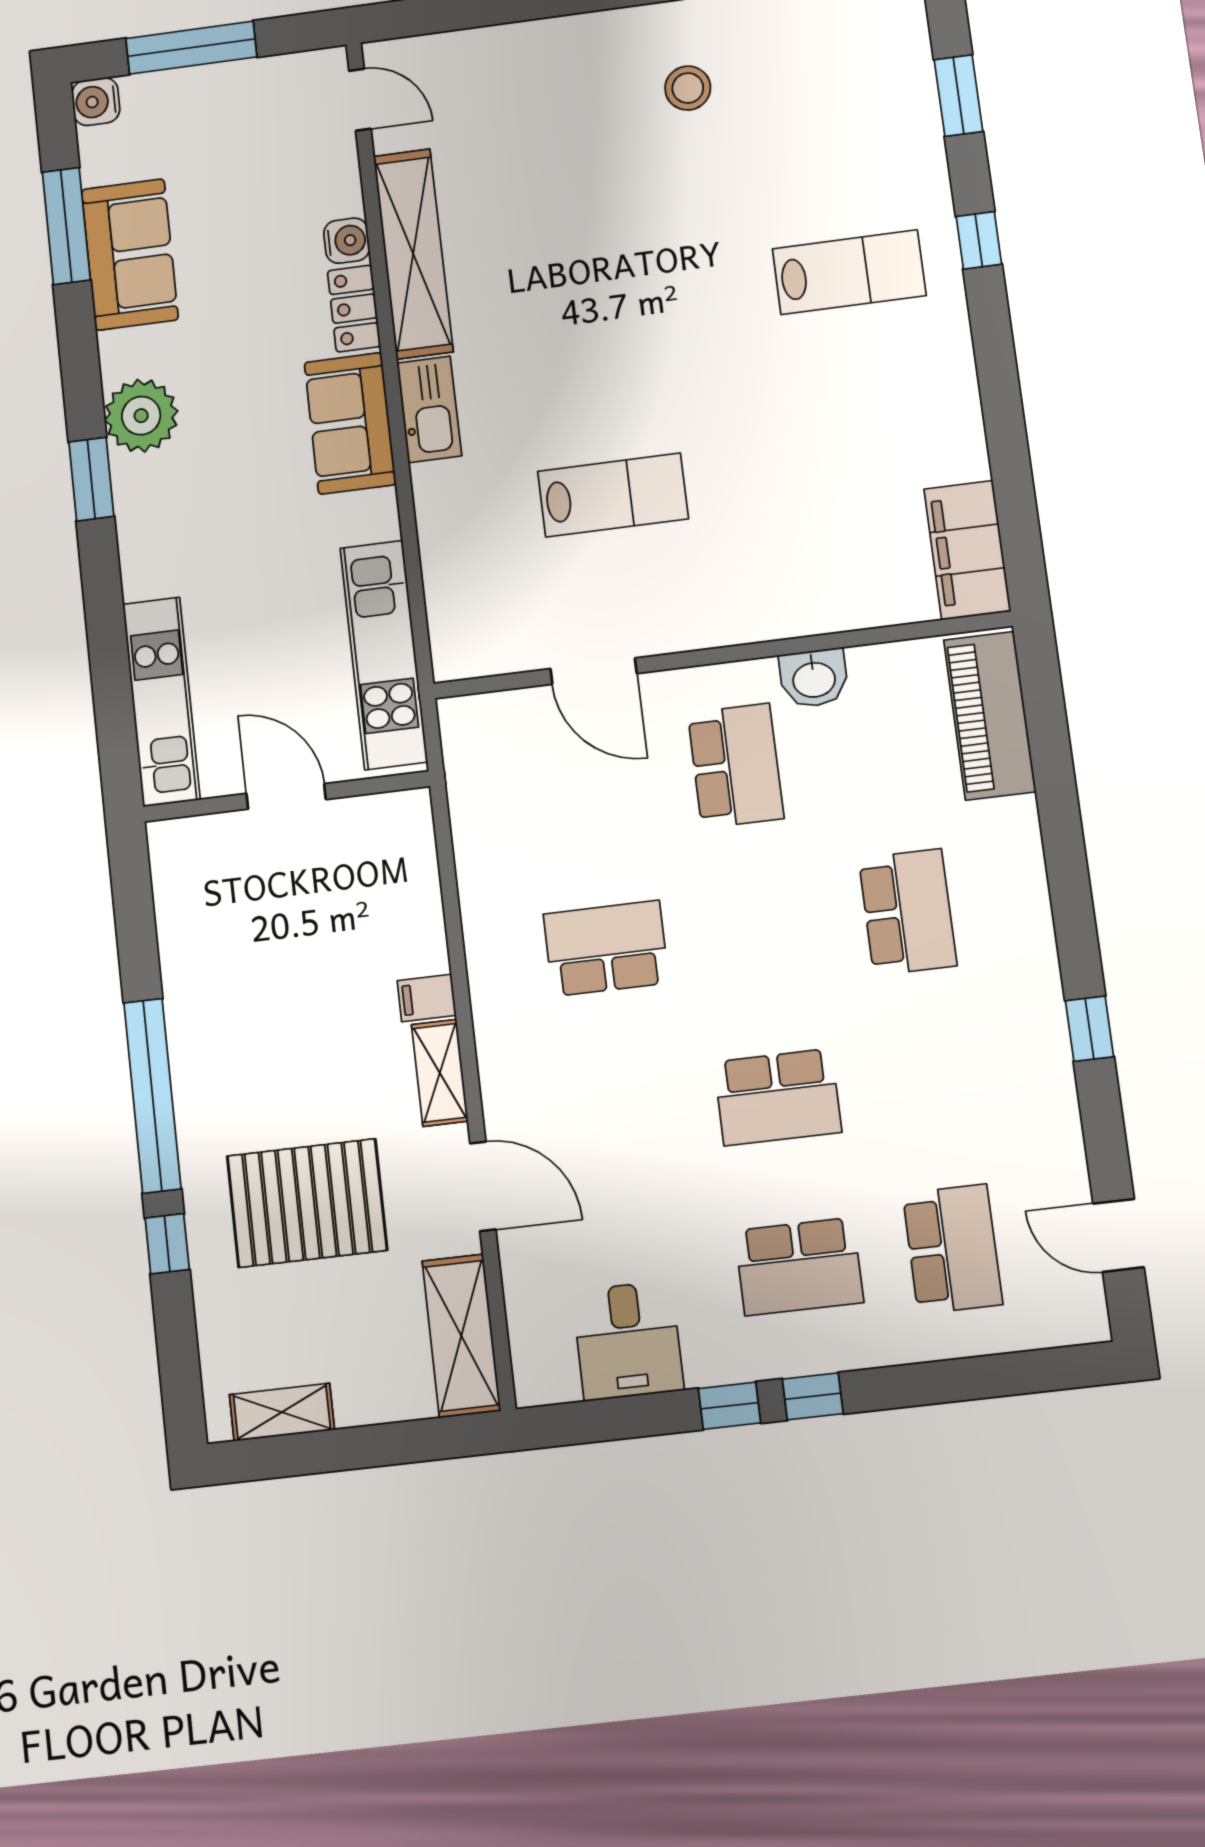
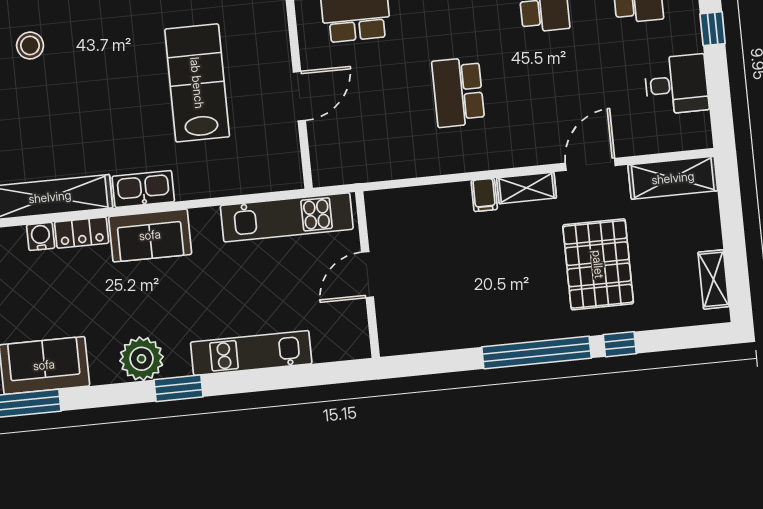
stool: (671, 212) -> (30, 46), added
lab bench: (613, 495) -> (197, 83), width x1.36, depth x1.39
kitchen unit: (161, 702) -> (251, 353), moved

